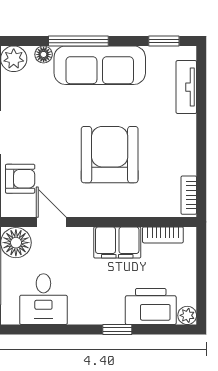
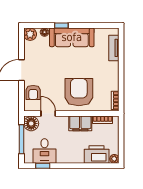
window: (78, 41) -> (61, 26), width x0.46
window: (164, 41) -> (103, 26), removed
armchair: (110, 155) -> (79, 92), moved
armchair: (20, 179) -> (33, 92), turned 90
window: (117, 330) -> (43, 166), moved

